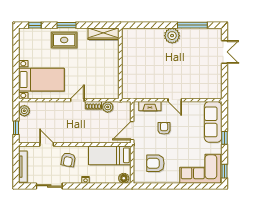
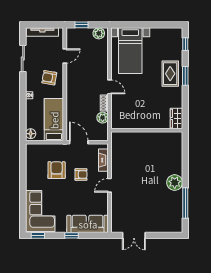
wardrobe: (104, 34) -> (176, 119), width x0.67
double door: (224, 52) -> (134, 235), moved
armchair: (155, 163) -> (57, 170), moved

